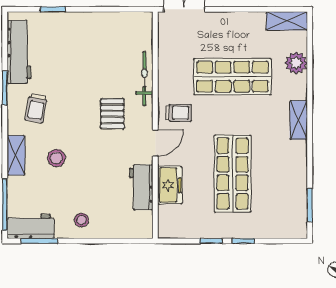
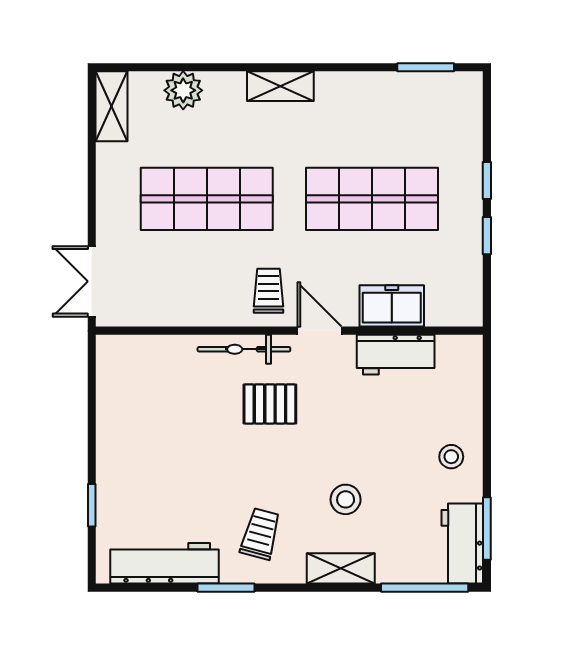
shop shelf: (232, 77) -> (207, 199), turned 90
bicycle: (144, 79) -> (244, 349), moved
trolley: (36, 108) -> (260, 534), turned -86

